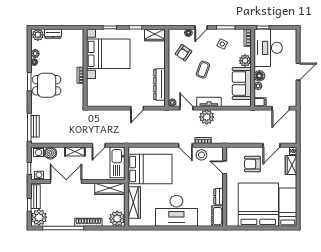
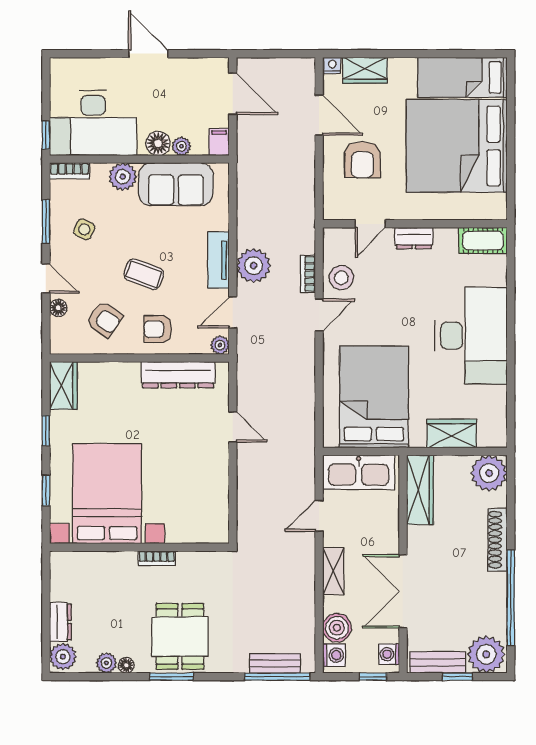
armchair: (179, 76) -> (158, 329), added
door: (99, 145) -> (319, 516), swing flipped
dresser: (218, 197) -> (414, 238), moved
wardrobe: (134, 202) -> (452, 434), width x0.67

